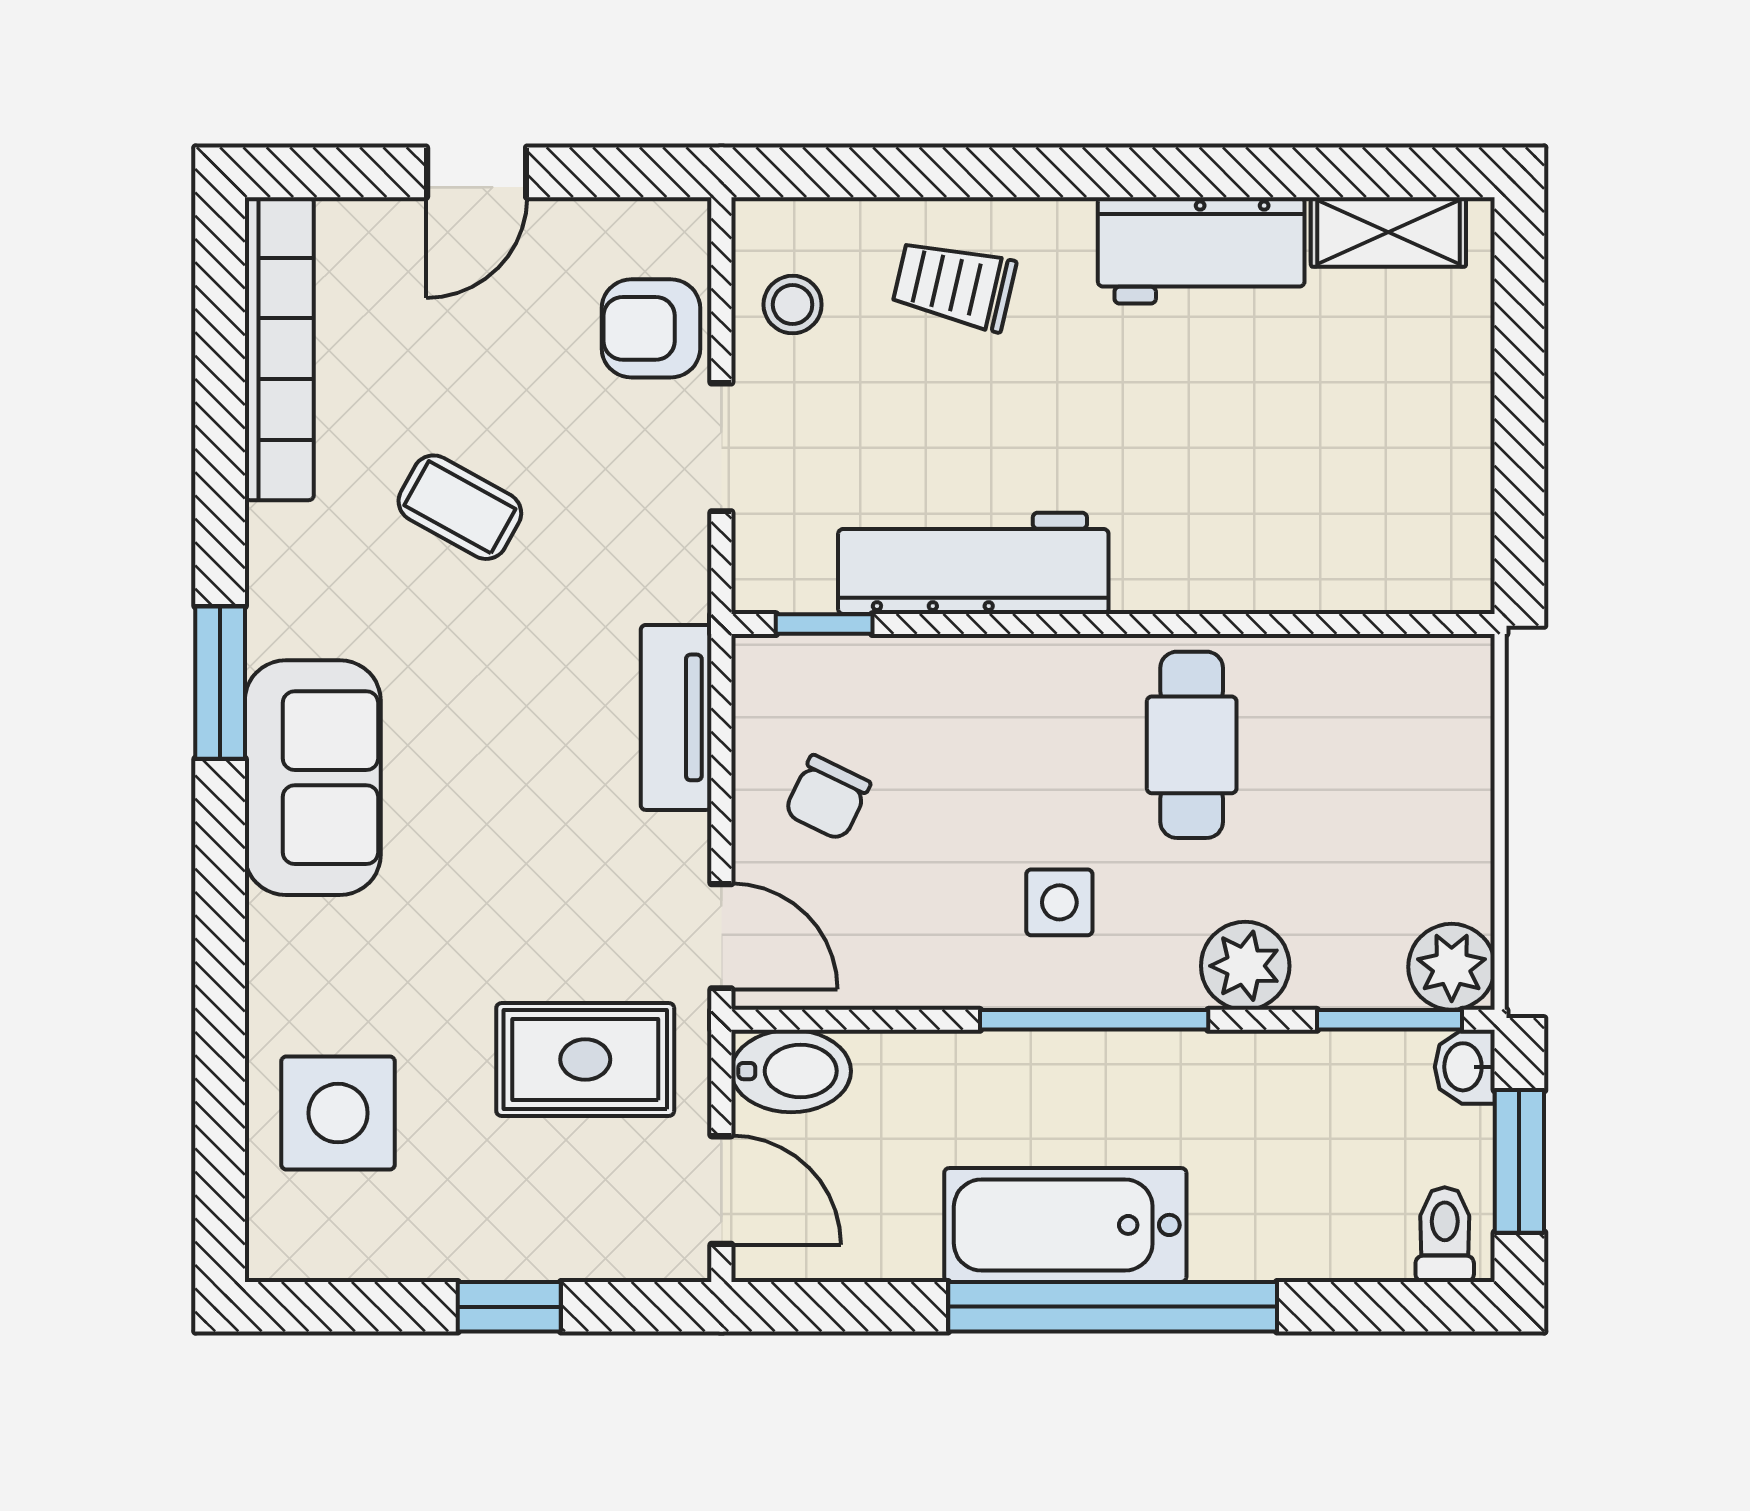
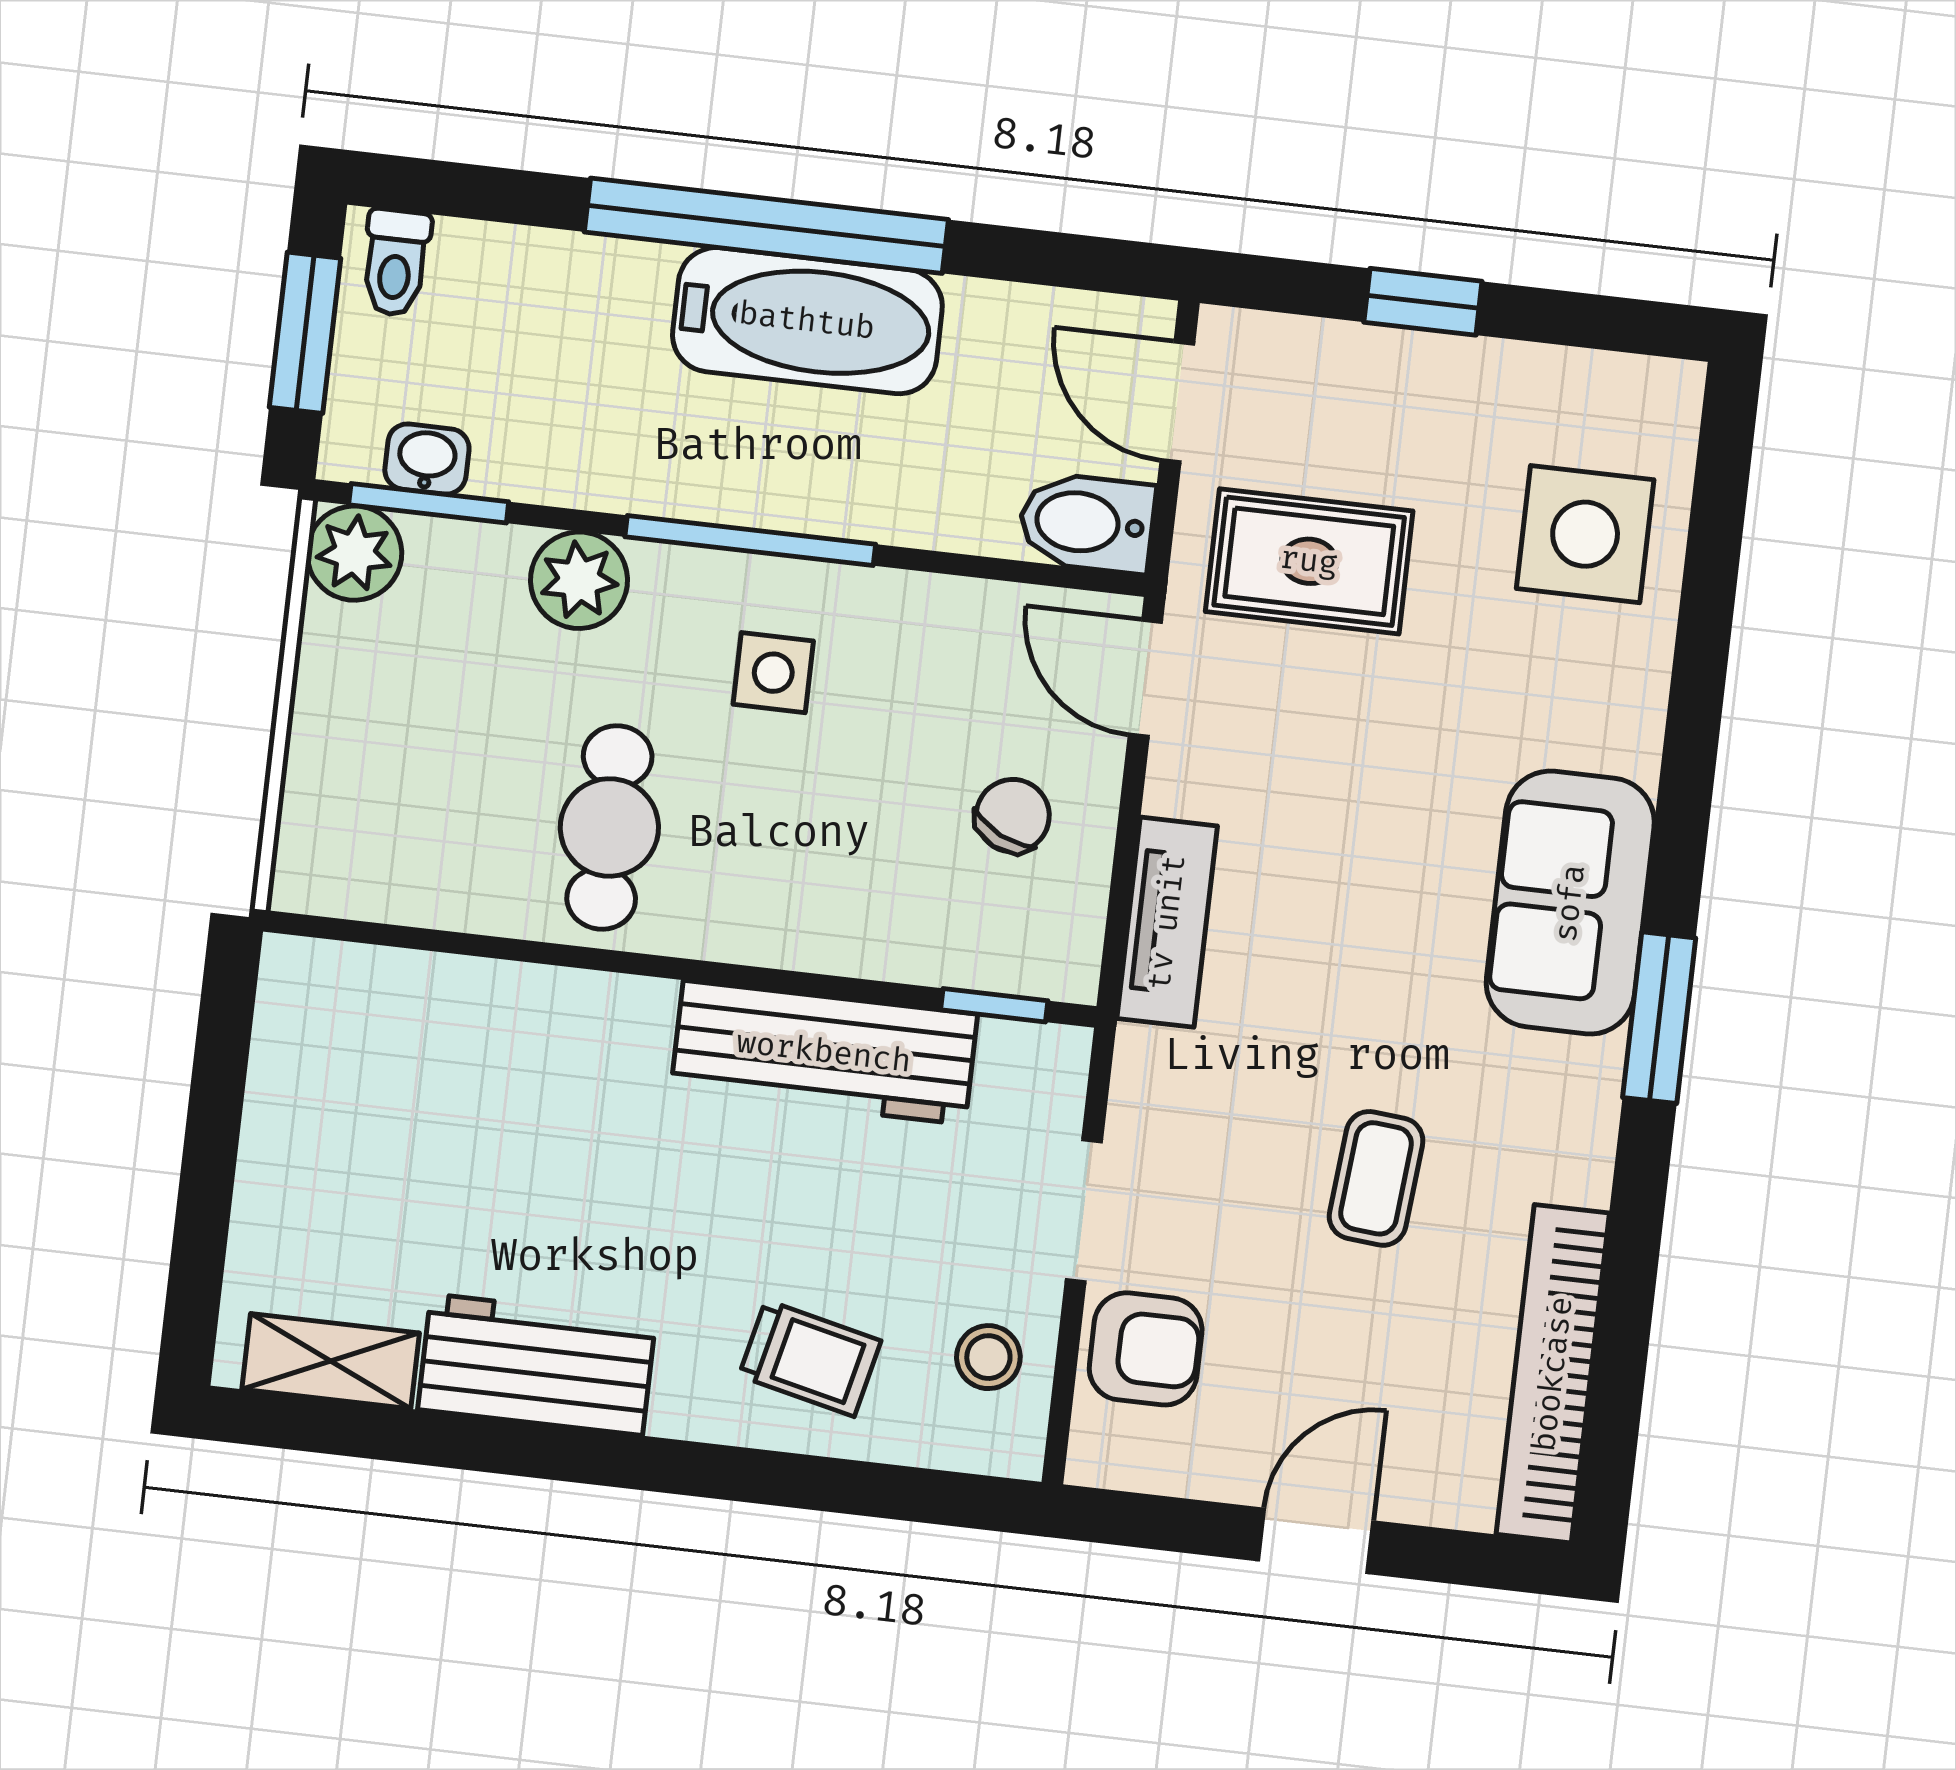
coffee table: (460, 507) -> (1376, 1178), turned 66
washbasin: (1465, 1067) -> (427, 459), moved, turned -90

